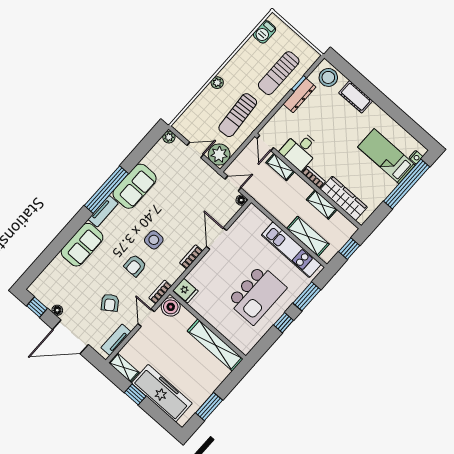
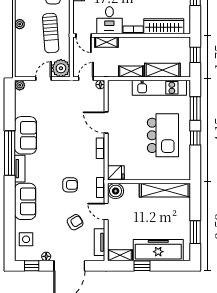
shelving: (322, 205) -> (131, 72), moved
side table: (154, 240) -> (26, 239), moved
armchair: (135, 266) -> (70, 185), turned -90
armchair: (110, 303) -> (75, 222), turned -86

